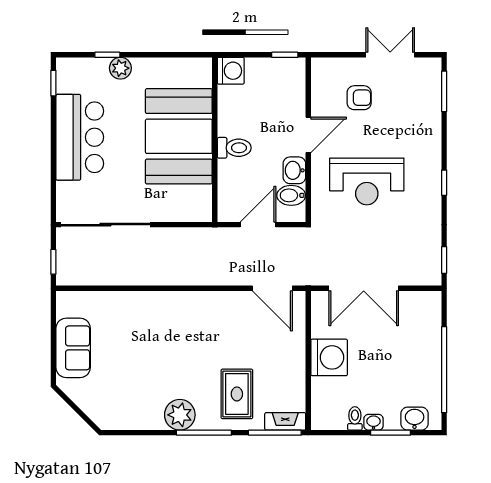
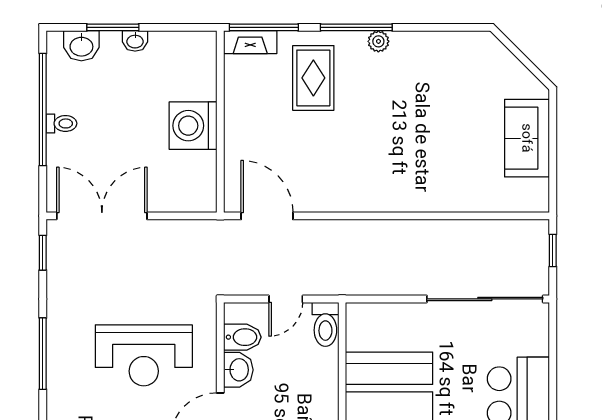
toilet: (234, 148) -> (325, 324), moved, turned -90
reception desk: (367, 181) -> (144, 355), turned 180
window: (444, 183) -> (43, 354), width x2.17
door: (258, 225) -> (286, 299), width x0.73
double door: (364, 288) -> (102, 216), moved
plant: (180, 415) -> (378, 41), width x0.53, depth x0.53
toilet: (355, 418) -> (61, 123), moved, turned -90

